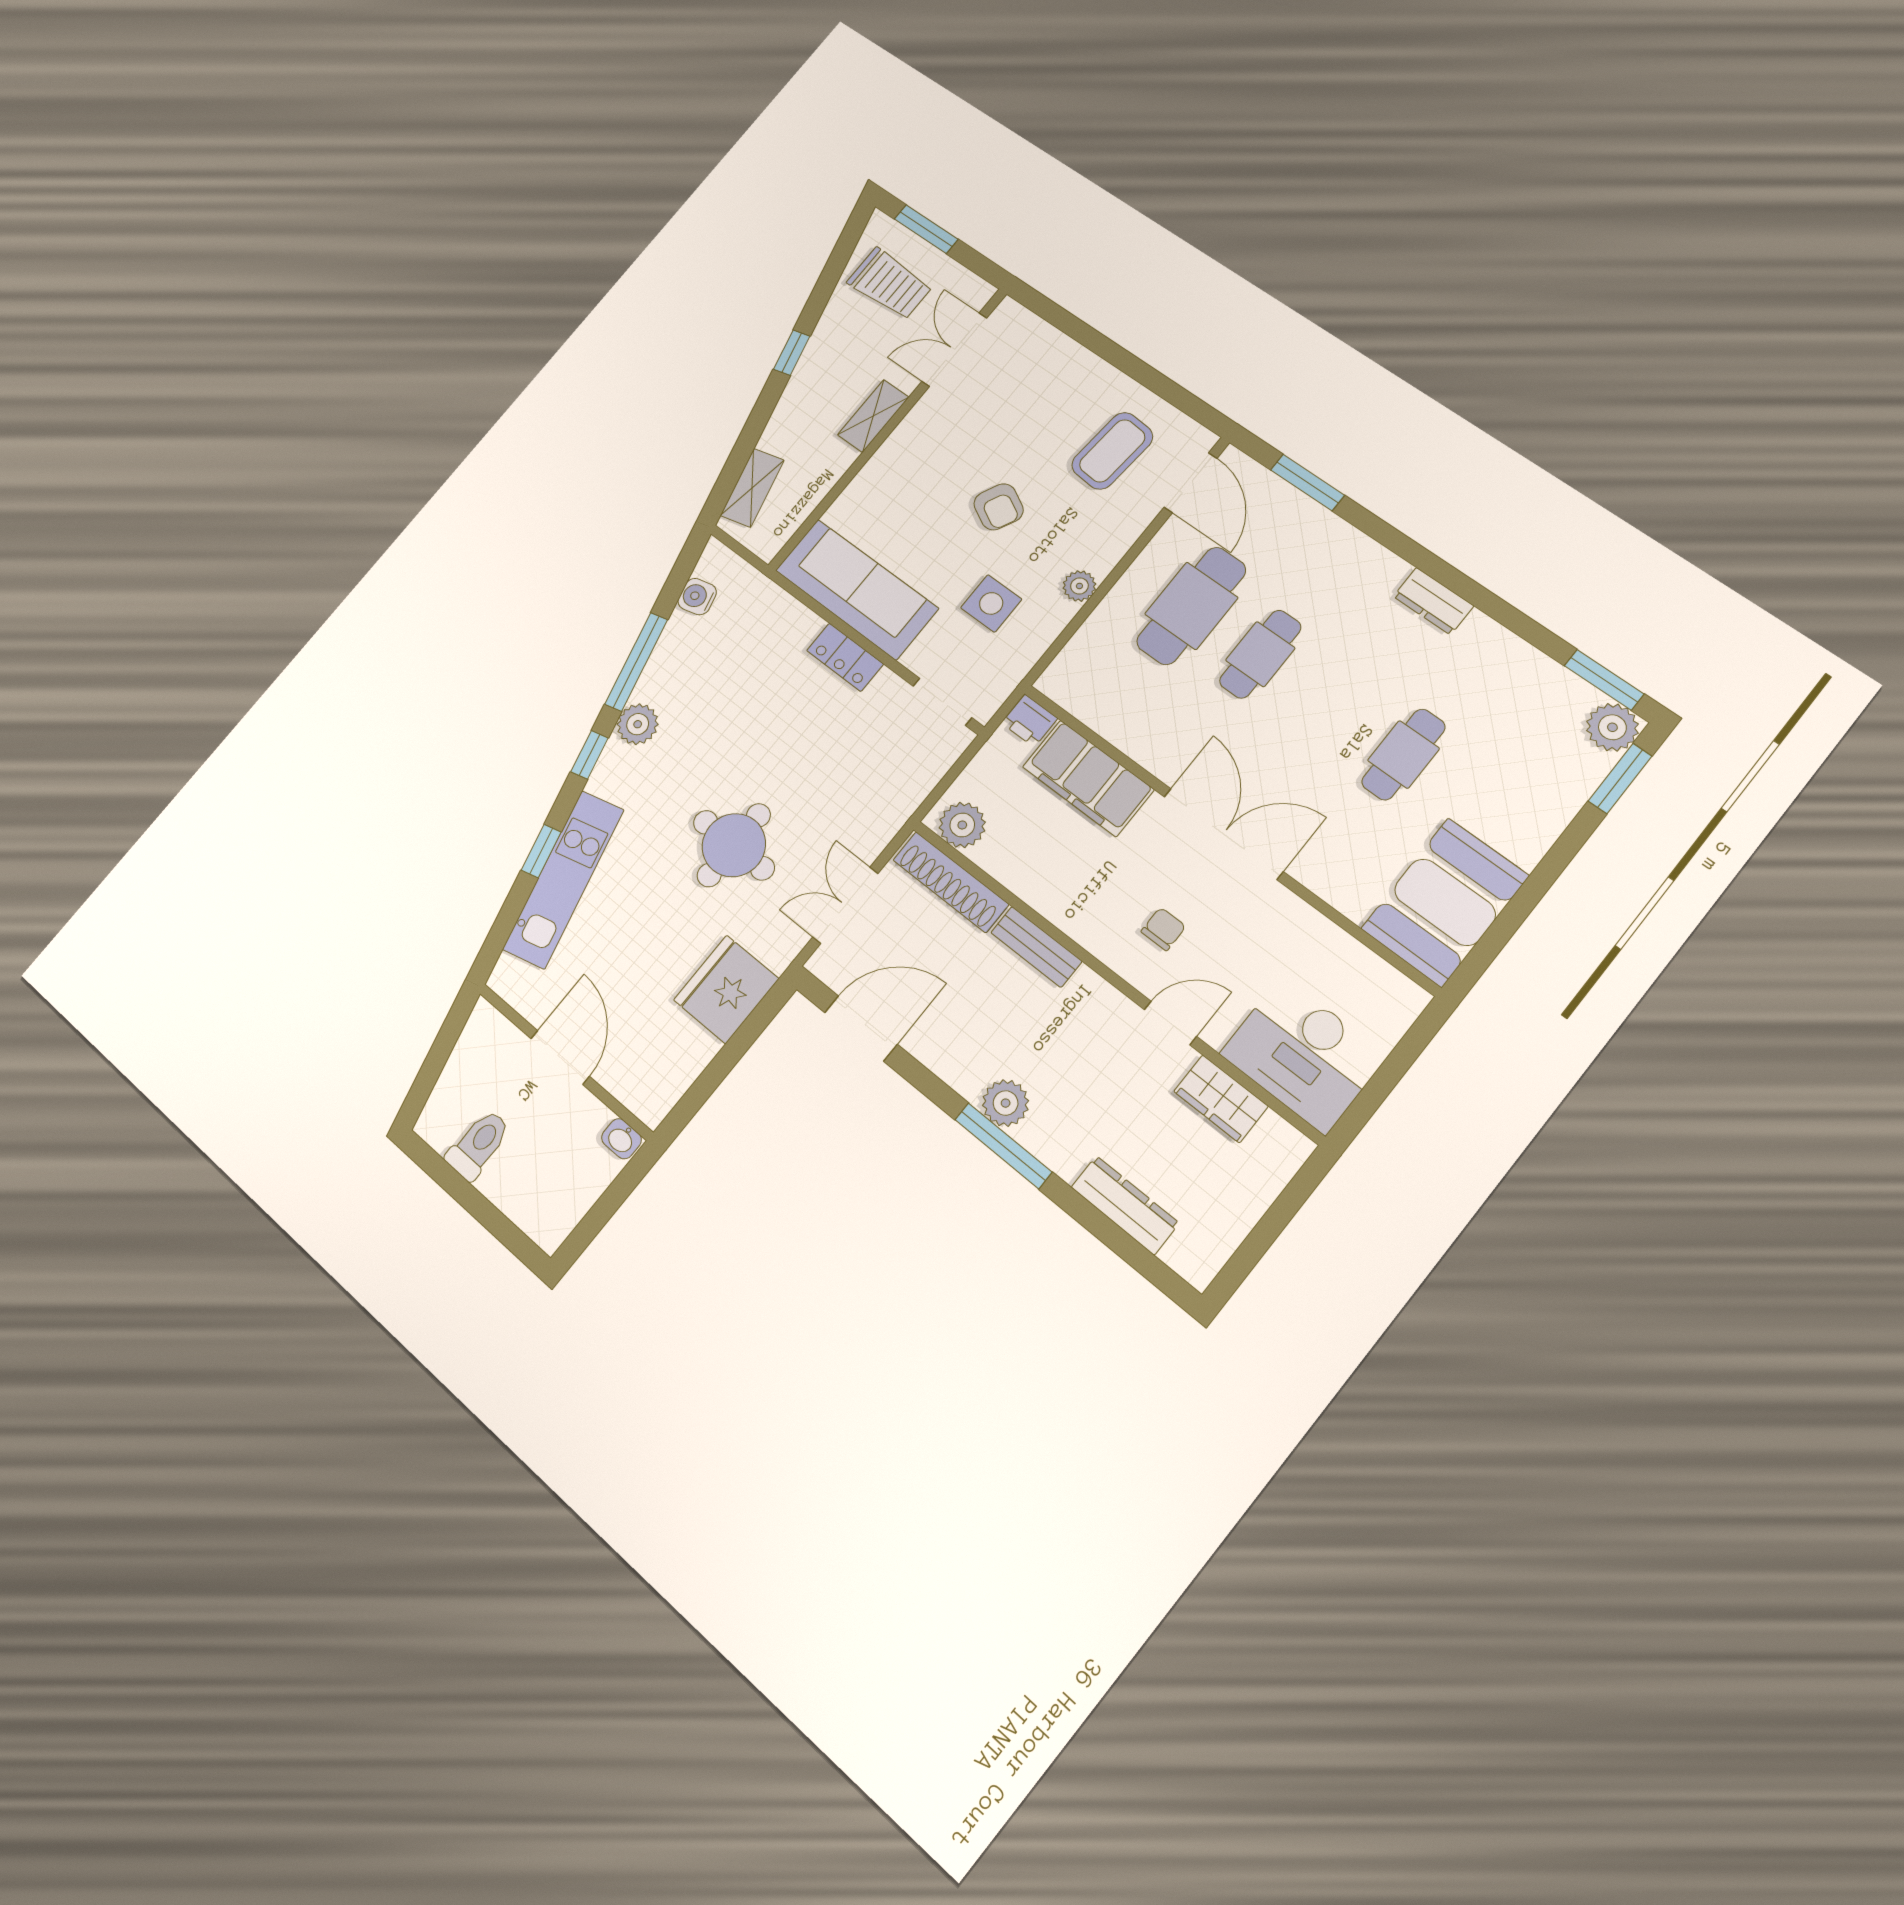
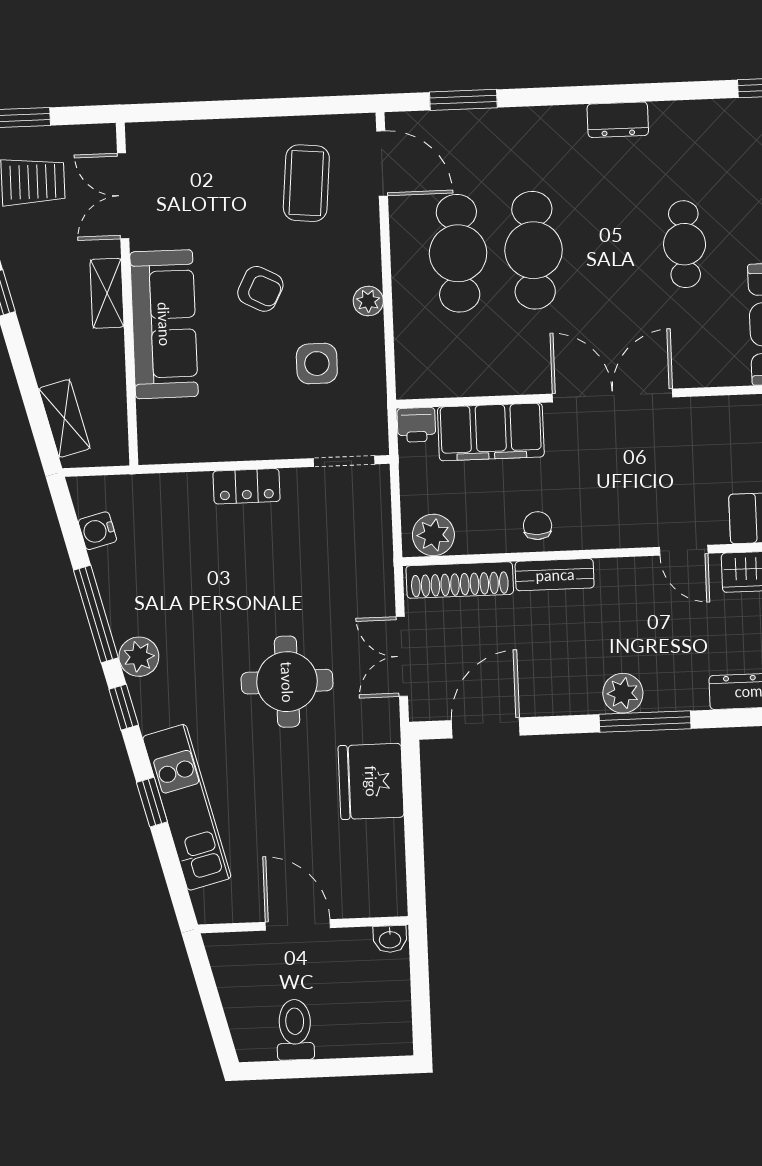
sofa: (857, 589) -> (164, 324), moved, turned 90
cafe table: (1260, 654) -> (534, 250), width x1.37, depth x1.35
chair: (1163, 929) -> (538, 526), moved
door: (1170, 1023) -> (684, 550), swing flipped

